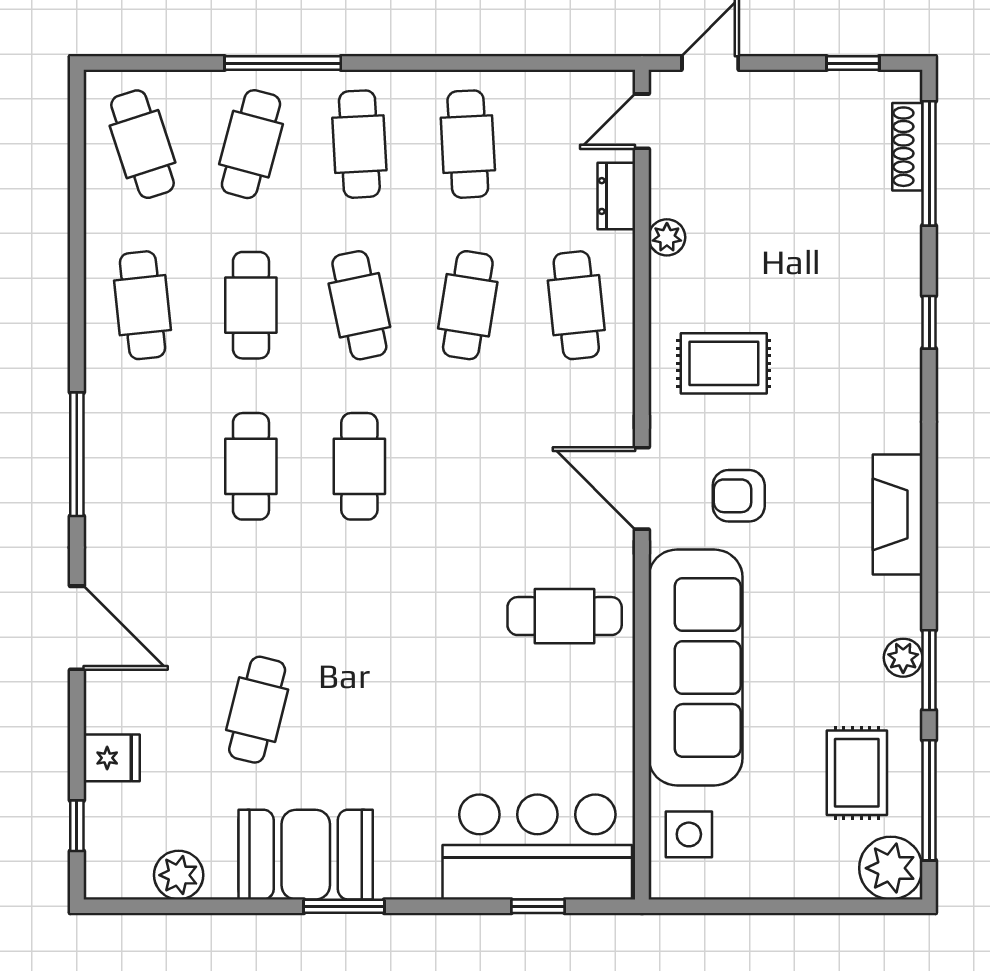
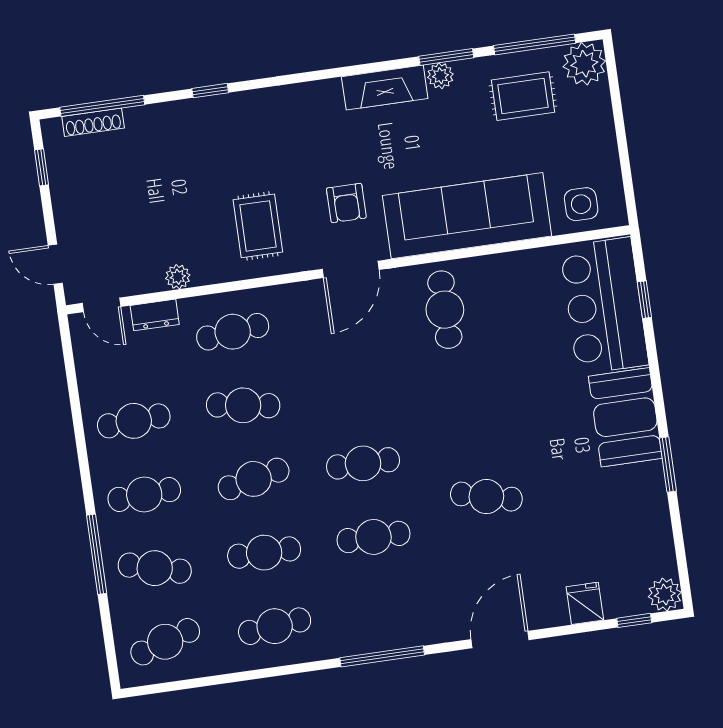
fireplace: (898, 514) -> (385, 88), moved
cafe table: (257, 710) -> (486, 497), moved
booth: (306, 855) -> (625, 417), moved
plant: (179, 875) -> (665, 595), moved
window: (344, 906) -> (668, 465), moved

